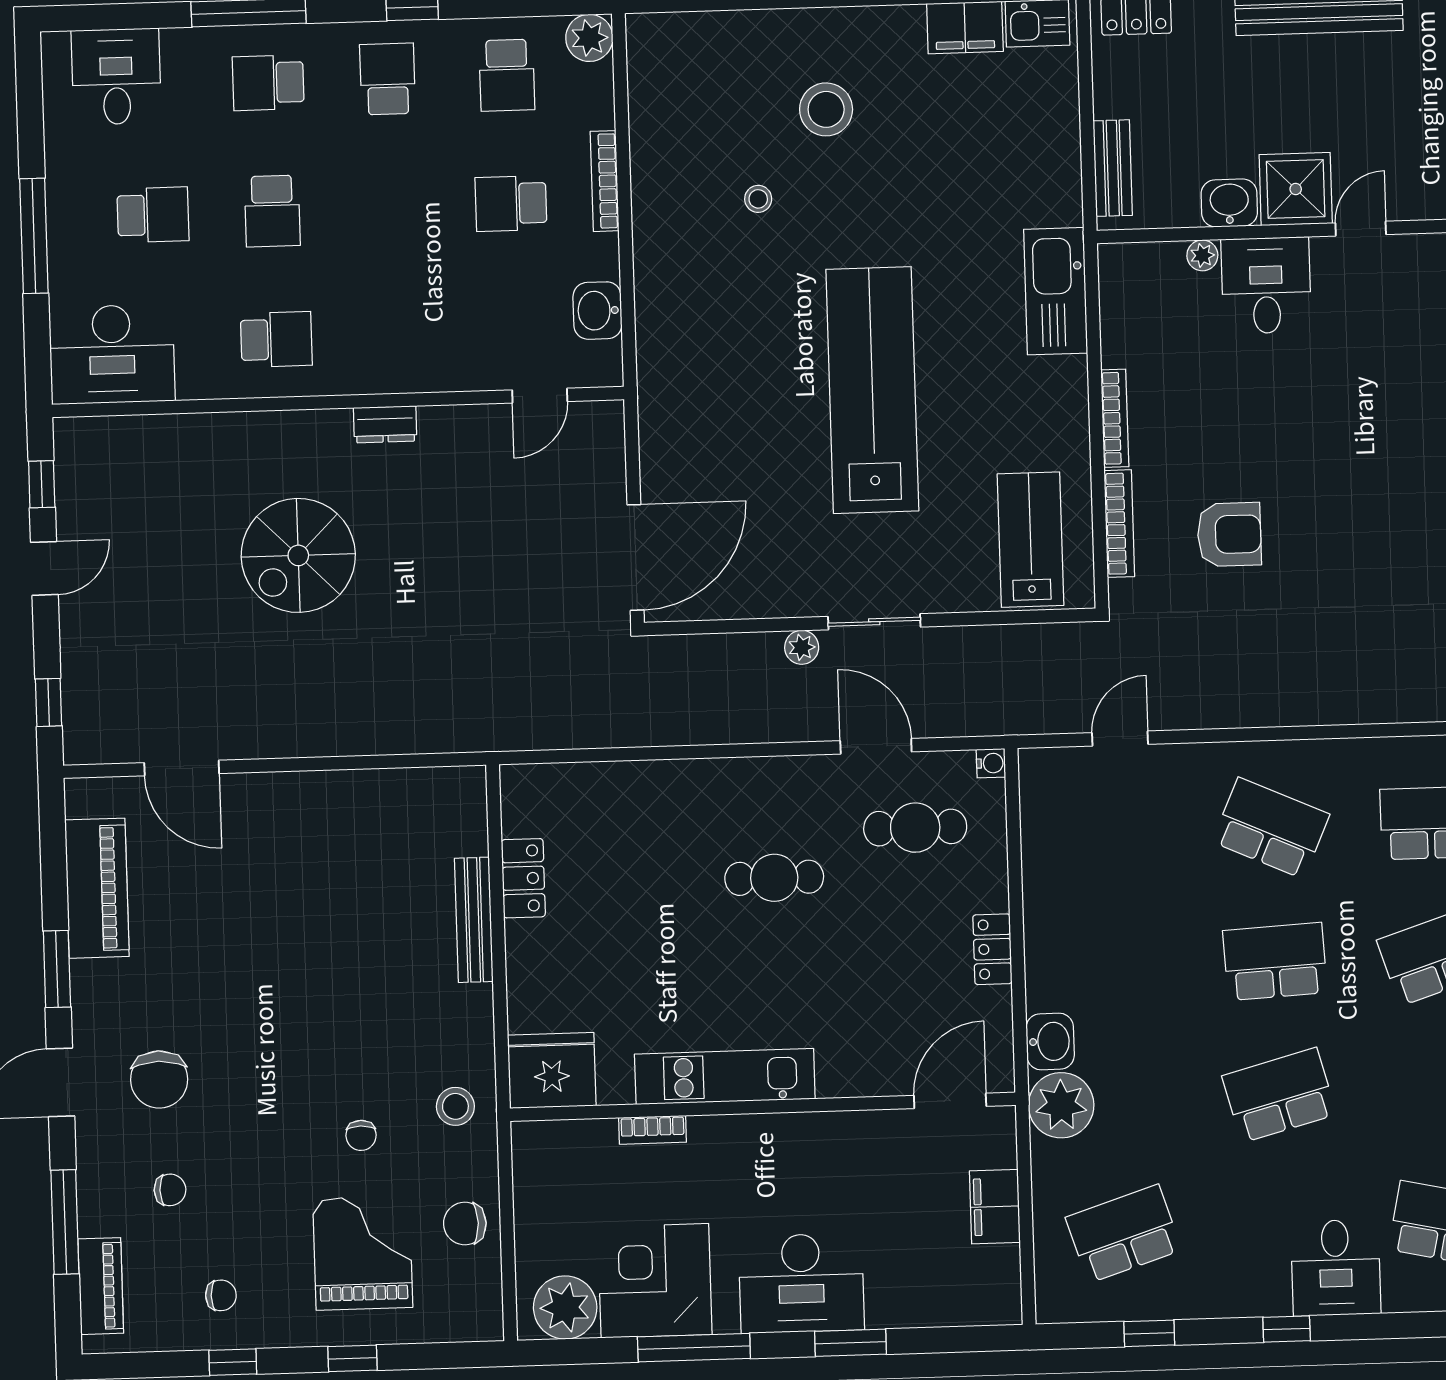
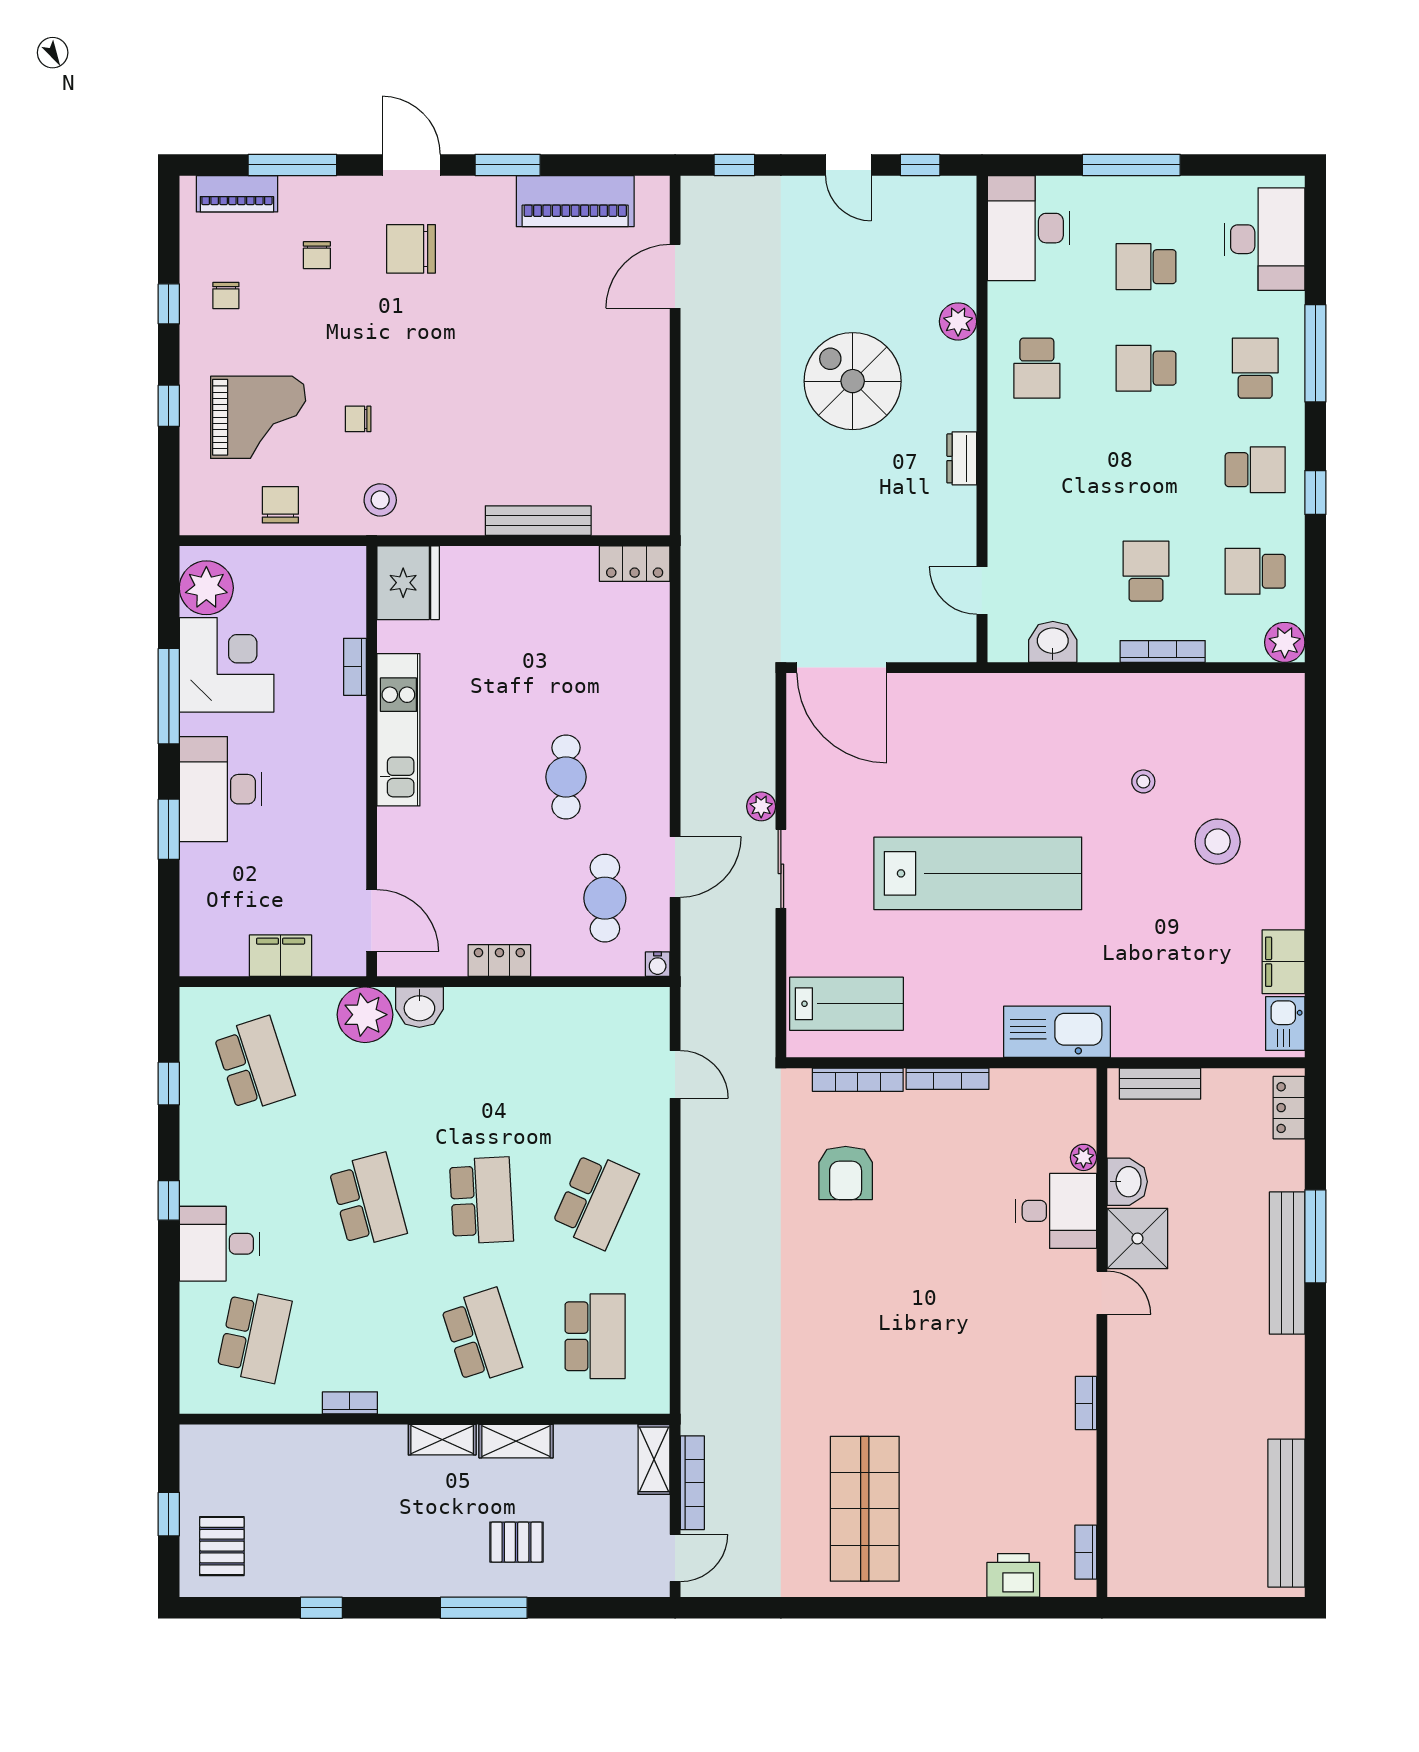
desk: (116, 77) -> (1264, 239), width x1.37
school desk: (153, 215) -> (1146, 267), turned 90
plant: (224, 434) -> (958, 321), added
locker: (523, 878) -> (635, 564), moved

